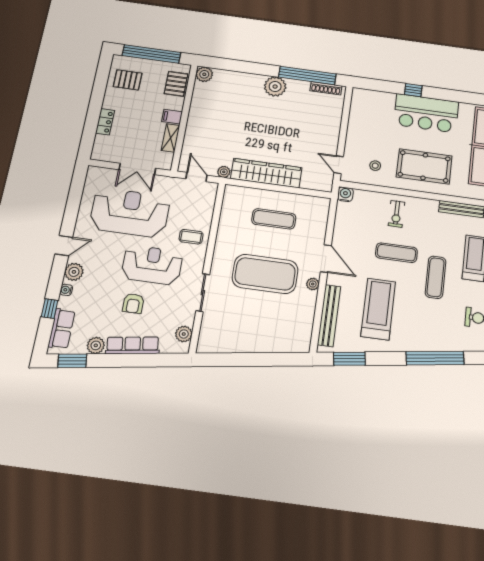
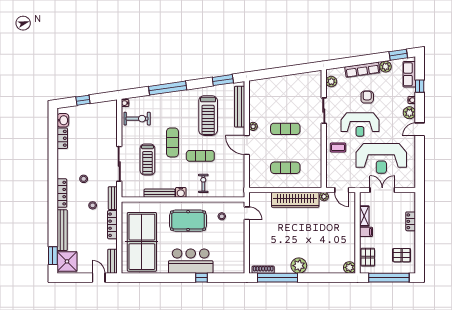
water cooler: (345, 194) -> (181, 192), moved
exercise mat: (265, 274) -> (285, 129), width x0.50, depth x0.69

